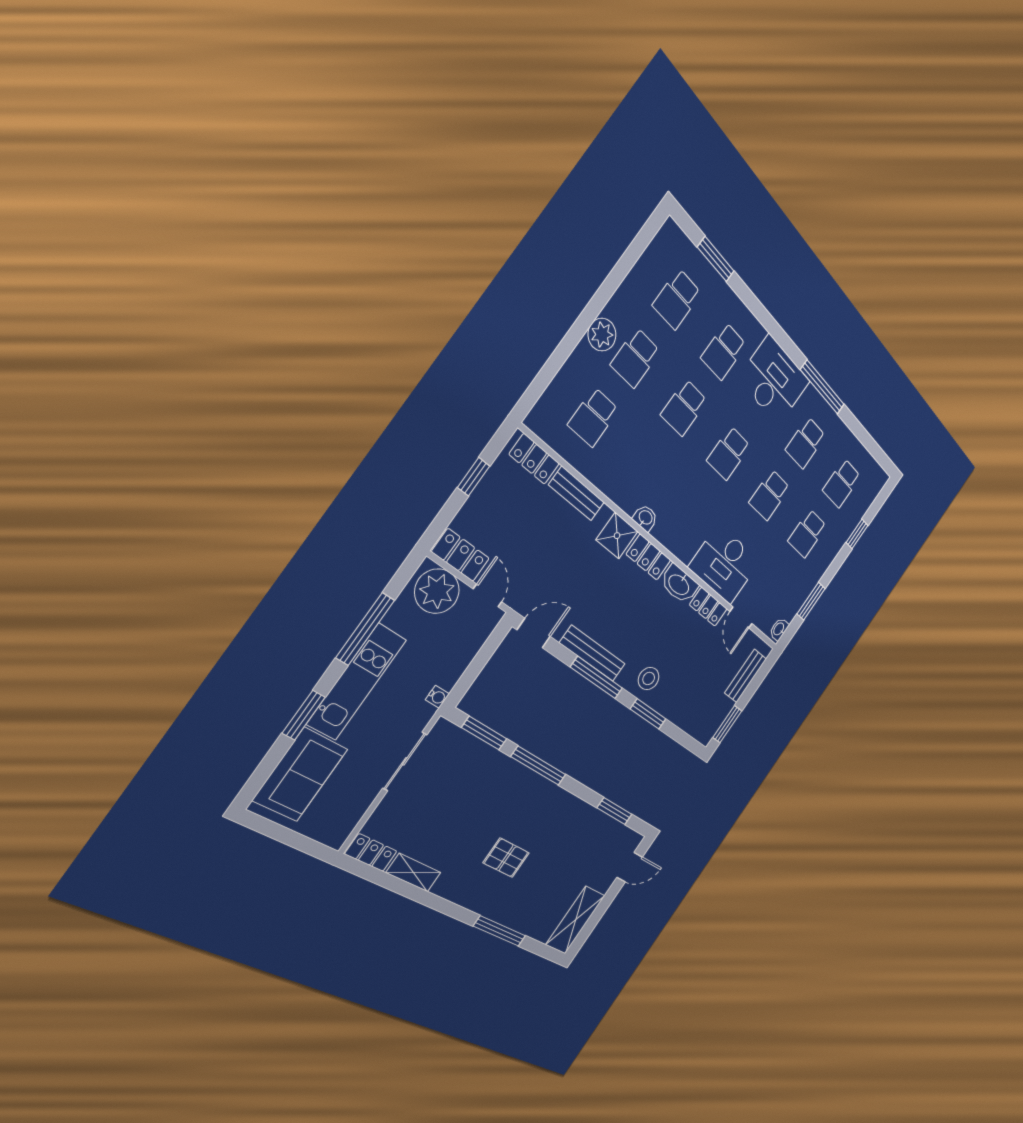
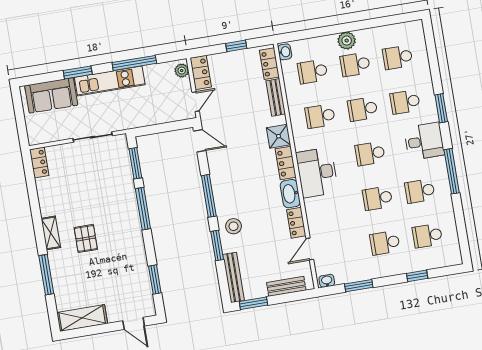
window: (716, 259) -> (441, 108), moved
desk: (774, 380) -> (424, 141), width x0.73
school desk: (644, 465) -> (320, 116), added
washbasin: (645, 518) -> (285, 52), moved
desk: (724, 564) -> (317, 172), moved
plant: (437, 591) -> (182, 71), width x0.53, depth x0.53
bench: (593, 654) -> (234, 277), moved
water cooler: (437, 697) -> (133, 123), removed
shelving: (414, 873) -> (51, 233), moved

